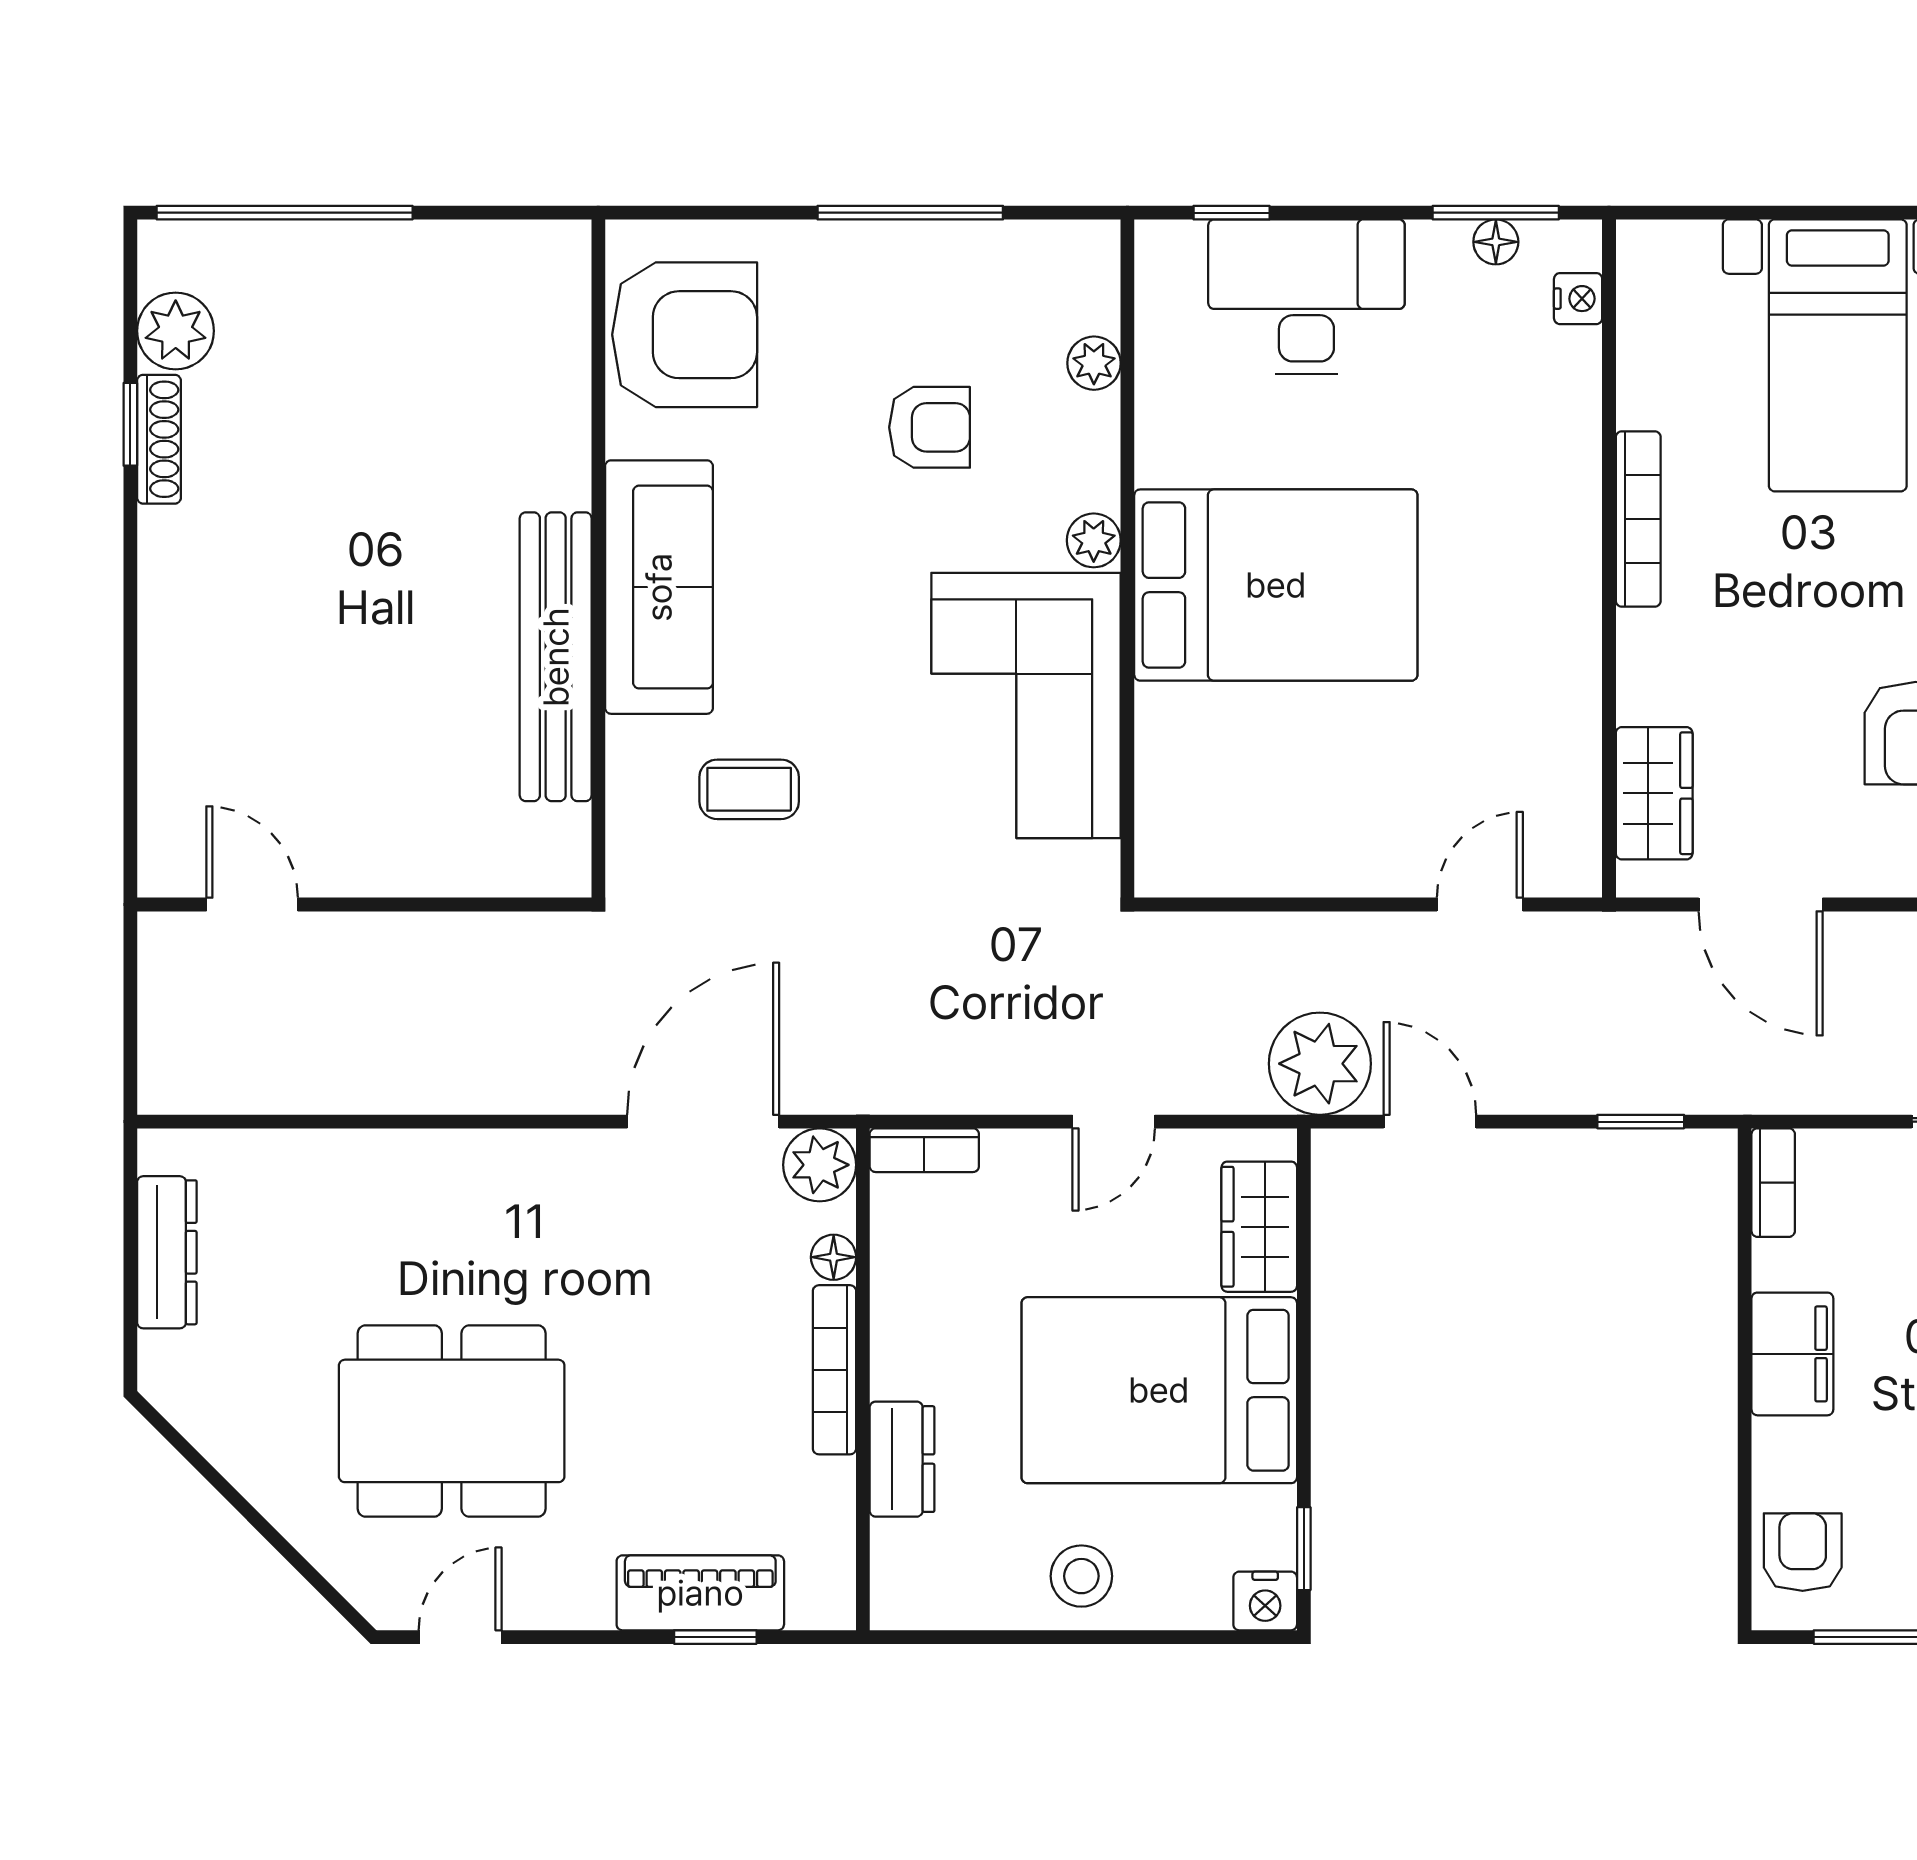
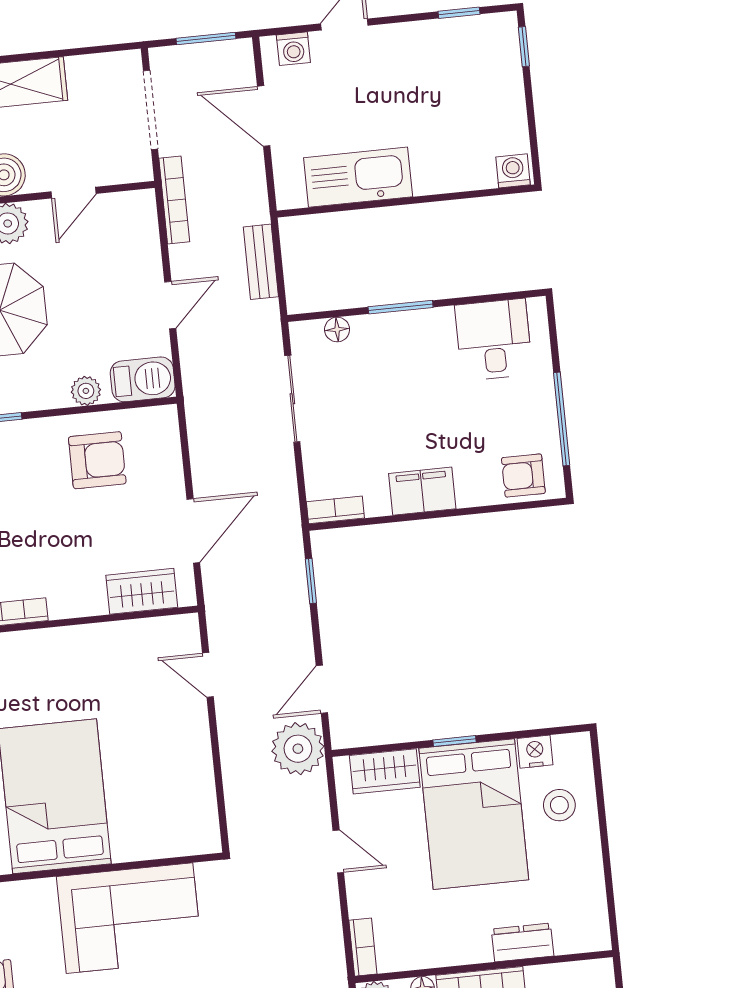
plant: (1094, 540) -> (41, 892), removed
window: (1304, 1549) -> (455, 741), moved
stool: (1081, 1576) -> (559, 805), moved
nightstand: (1265, 1601) -> (535, 752), moved, turned -90

